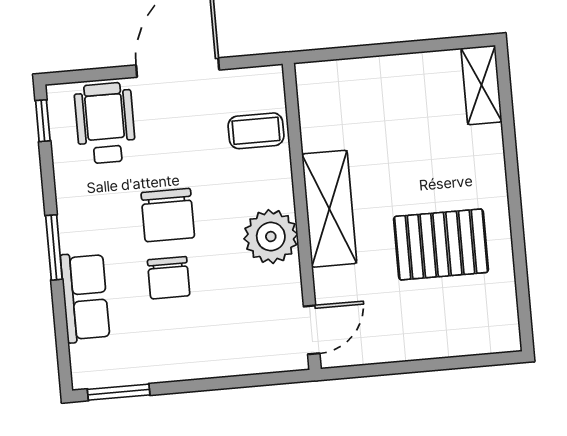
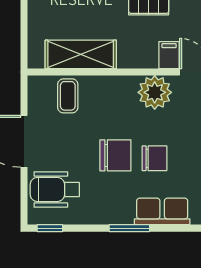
shelving: (329, 209) -> (81, 54), moved
plant: (271, 237) -> (155, 92), moved
filing cabinet: (335, 286) -> (169, 55), added

